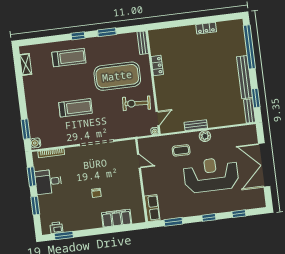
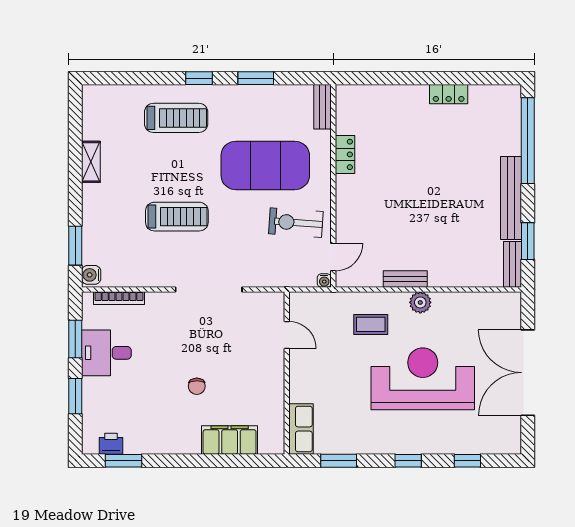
shelving: (26, 64) -> (91, 162), moved

